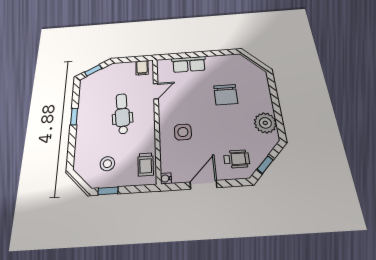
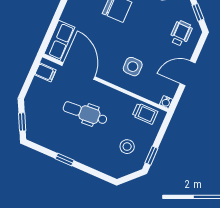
row of seats: (189, 64) -> (59, 40), moved
door: (156, 91) -> (79, 71), width x1.88
door: (204, 185) -> (188, 73), hinge flipped

